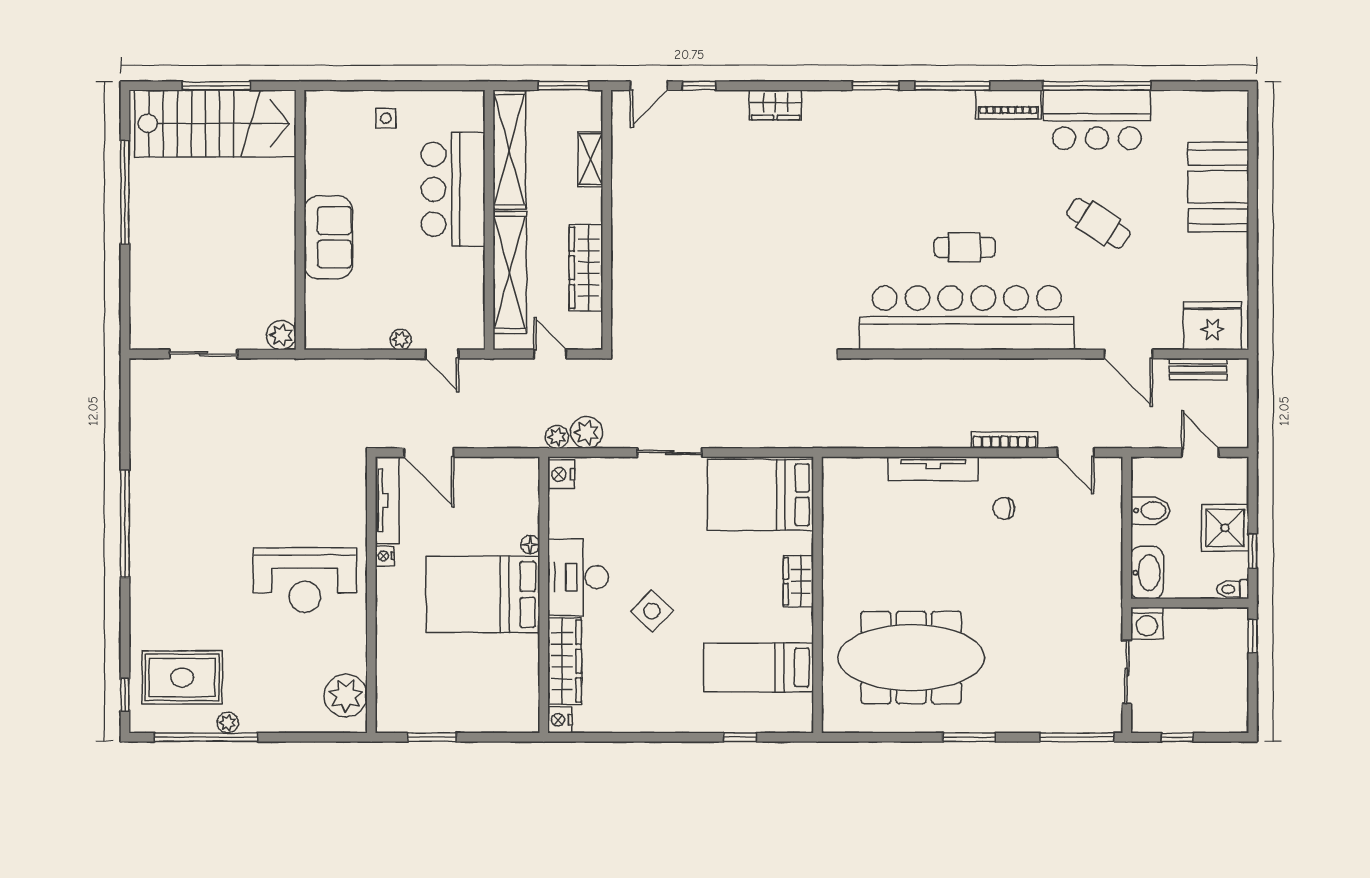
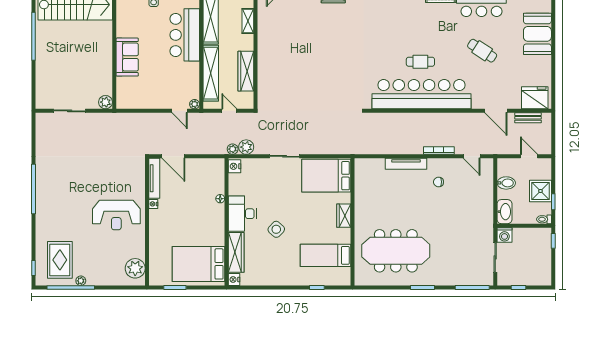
plant: (401, 339) -> (195, 104), moved
bed: (483, 594) -> (198, 264), moved
rug: (182, 677) -> (60, 260), turned 90

